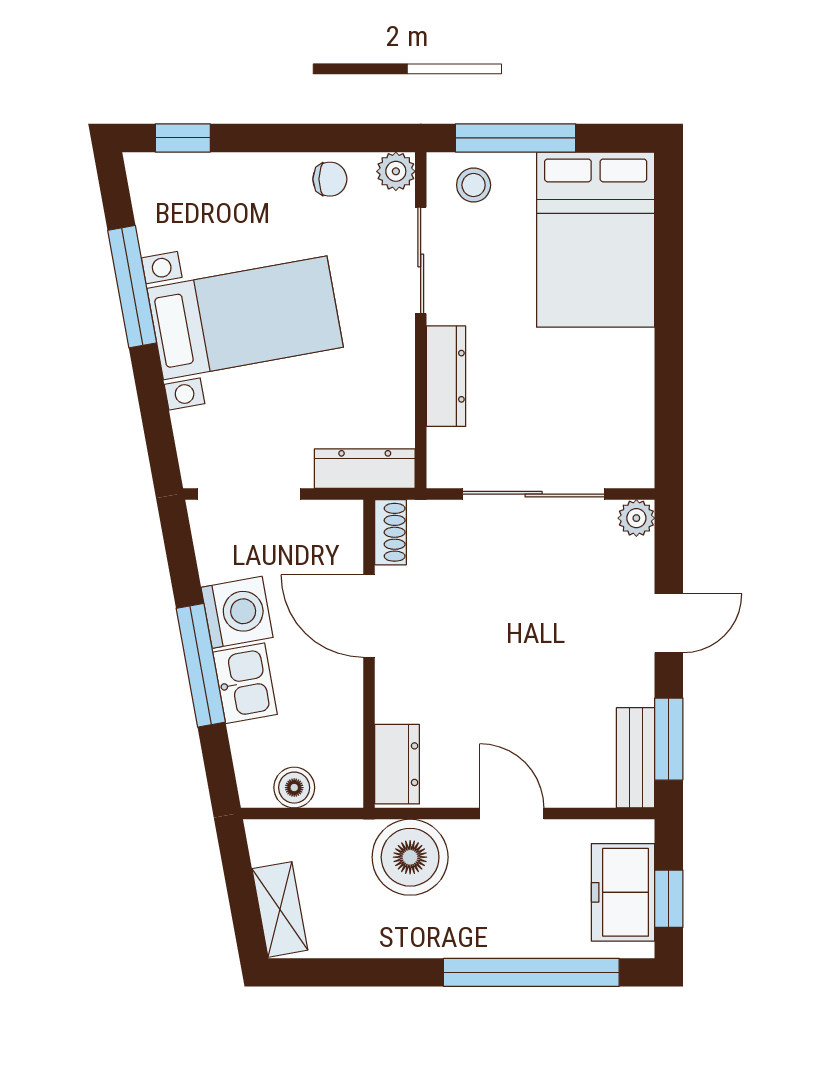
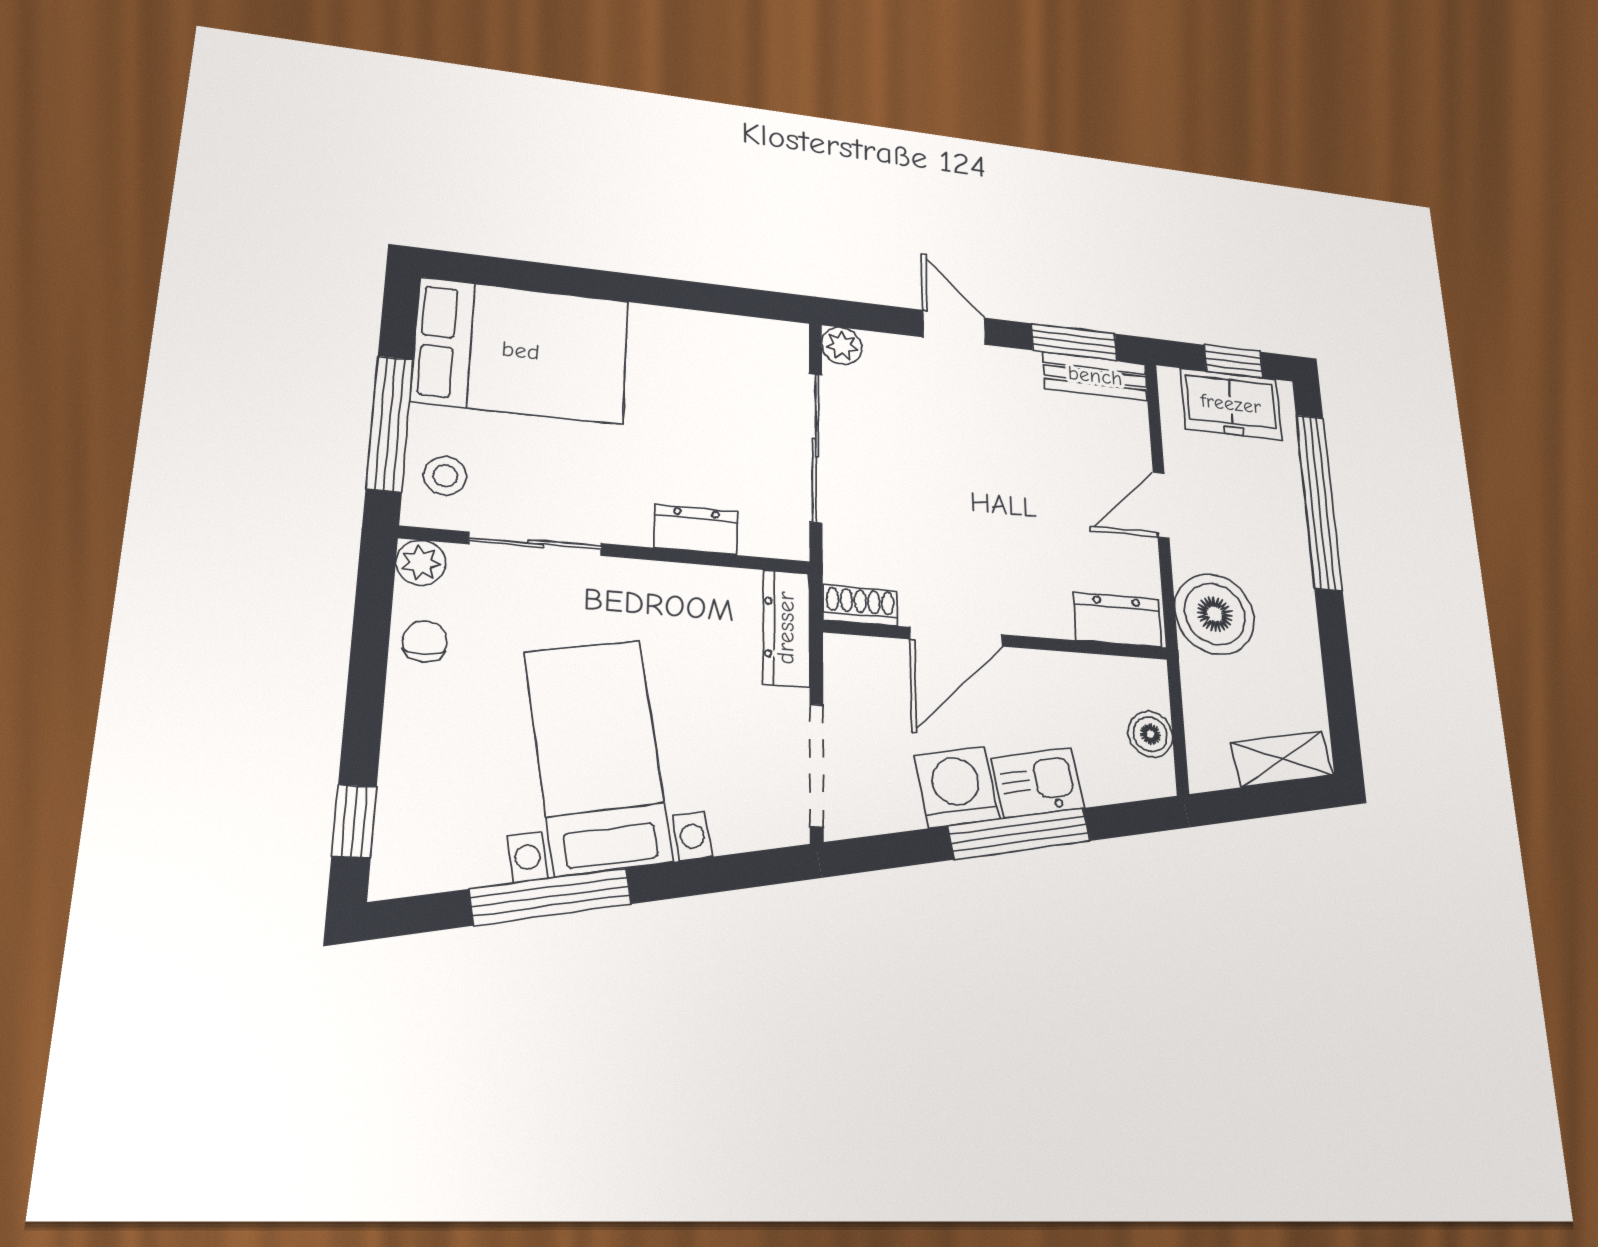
dresser: (446, 376) -> (696, 530), width x0.70

